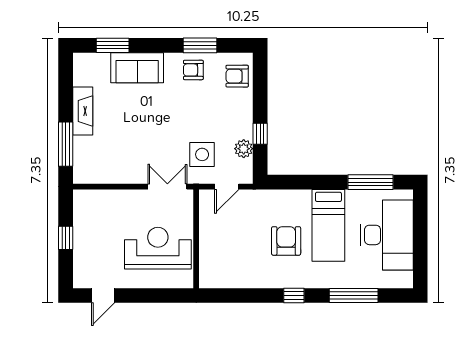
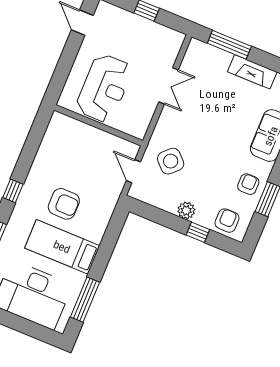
window: (260, 134) -> (198, 232), moved
plant: (244, 149) -> (186, 211), moved
side table: (202, 154) -> (171, 161), turned 45
double door: (167, 187) -> (168, 86), moved

